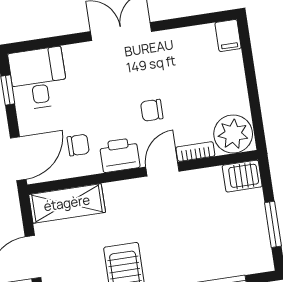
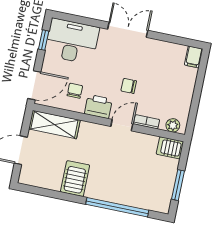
desk: (38, 78) -> (72, 41), width x1.37
plant: (233, 134) -> (173, 125), width x0.53, depth x0.53
chair: (78, 145) -> (75, 91), turned -90

